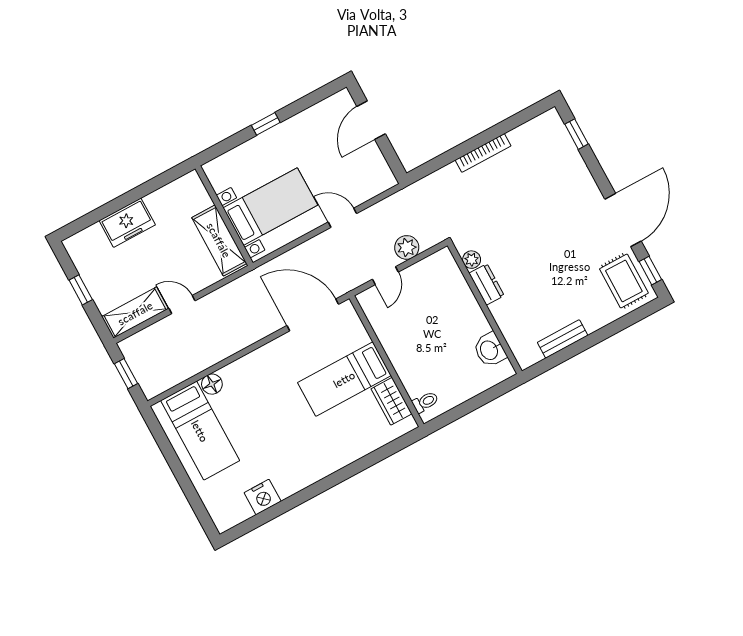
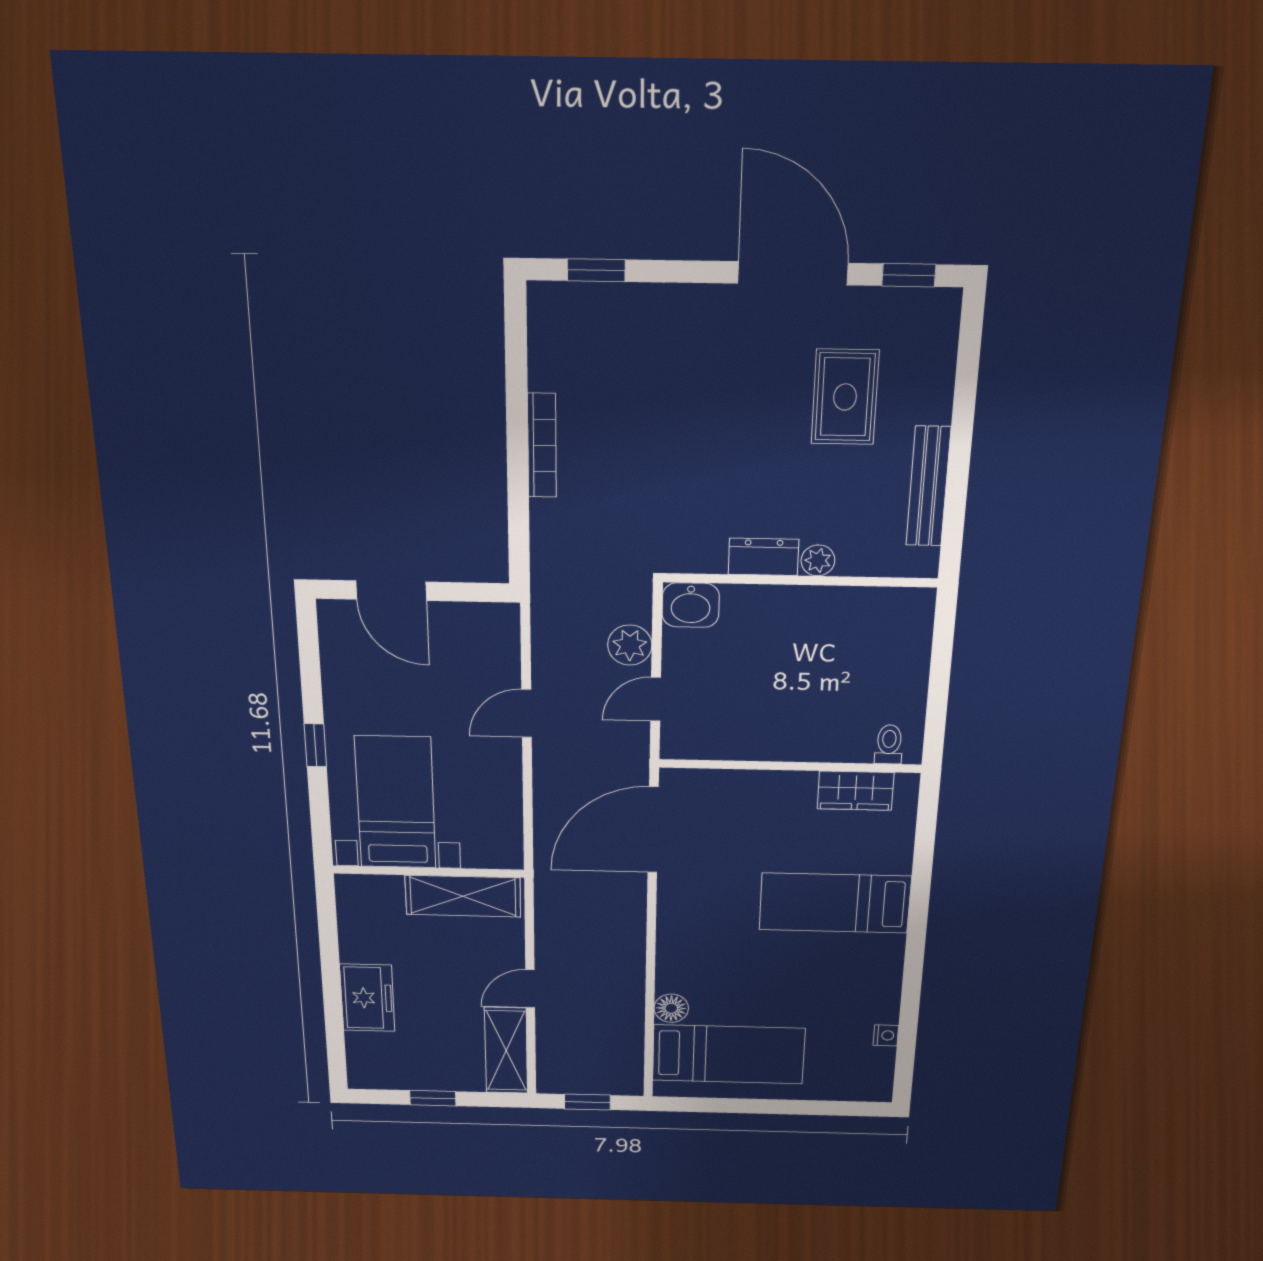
bed with nightstands: (270, 207) -> (396, 803), moved
plant: (472, 260) -> (818, 560), moved
door: (385, 276) -> (656, 699), swing flipped
rug: (624, 281) -> (845, 397), moved, turned 90
bench: (563, 339) -> (928, 486), width x1.36
washbasin: (490, 350) -> (691, 605), moved
bed: (344, 379) -> (835, 903), moved, turned 90
nightstand: (263, 497) -> (886, 1035), width x0.53, depth x0.56

